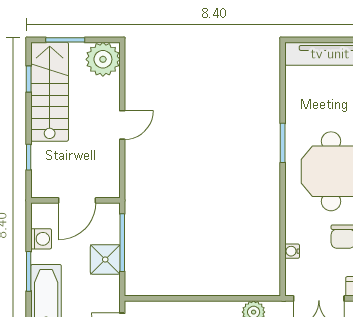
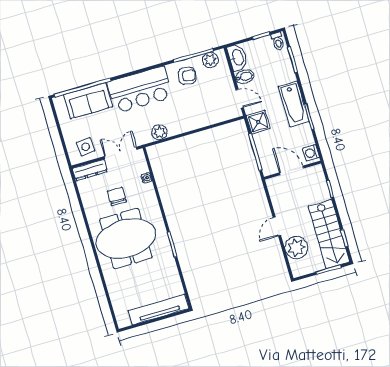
plant: (103, 59) -> (296, 248), moved
door: (77, 200) -> (292, 170), hinge flipped
washing machine: (41, 239) -> (311, 153), moved
shower: (105, 259) -> (258, 122), moved

